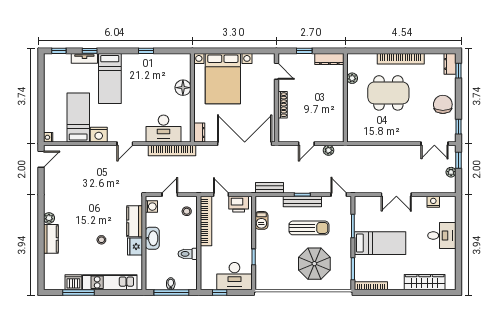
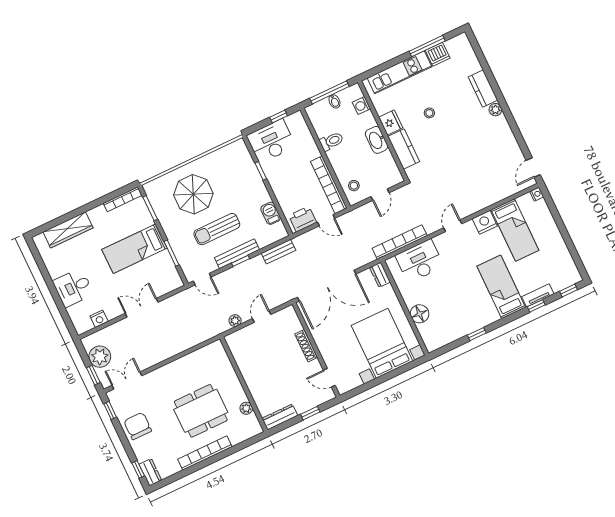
chair: (443, 104) -> (138, 426), turned 180
plant: (451, 172) -> (100, 357), width x1.87, depth x1.87
washing machine: (151, 207) -> (361, 105), moved

